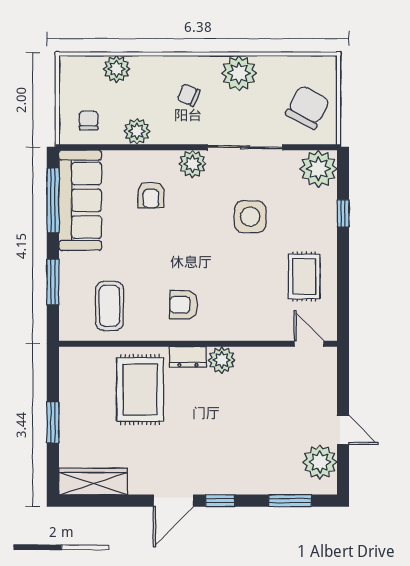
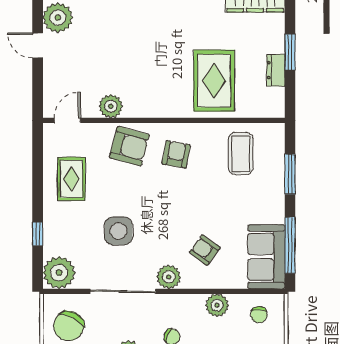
armchair: (151, 195) -> (205, 250), turned -54
sofa: (80, 200) -> (266, 257), width x0.73
armchair: (184, 305) -> (176, 154), turned -80
armchair: (238, 314) -> (129, 146), added
door: (309, 344) -> (67, 120), swing flipped
dresser: (188, 357) -> (276, 70), moved, turned -90
plant: (222, 360) -> (111, 106), moved

